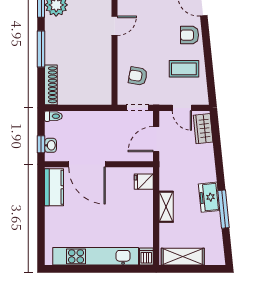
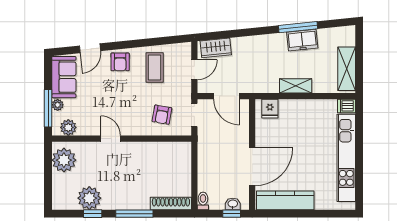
kitchen counter: (54, 187) -> (285, 200), width x1.50
freezer: (209, 197) -> (302, 40), moved

